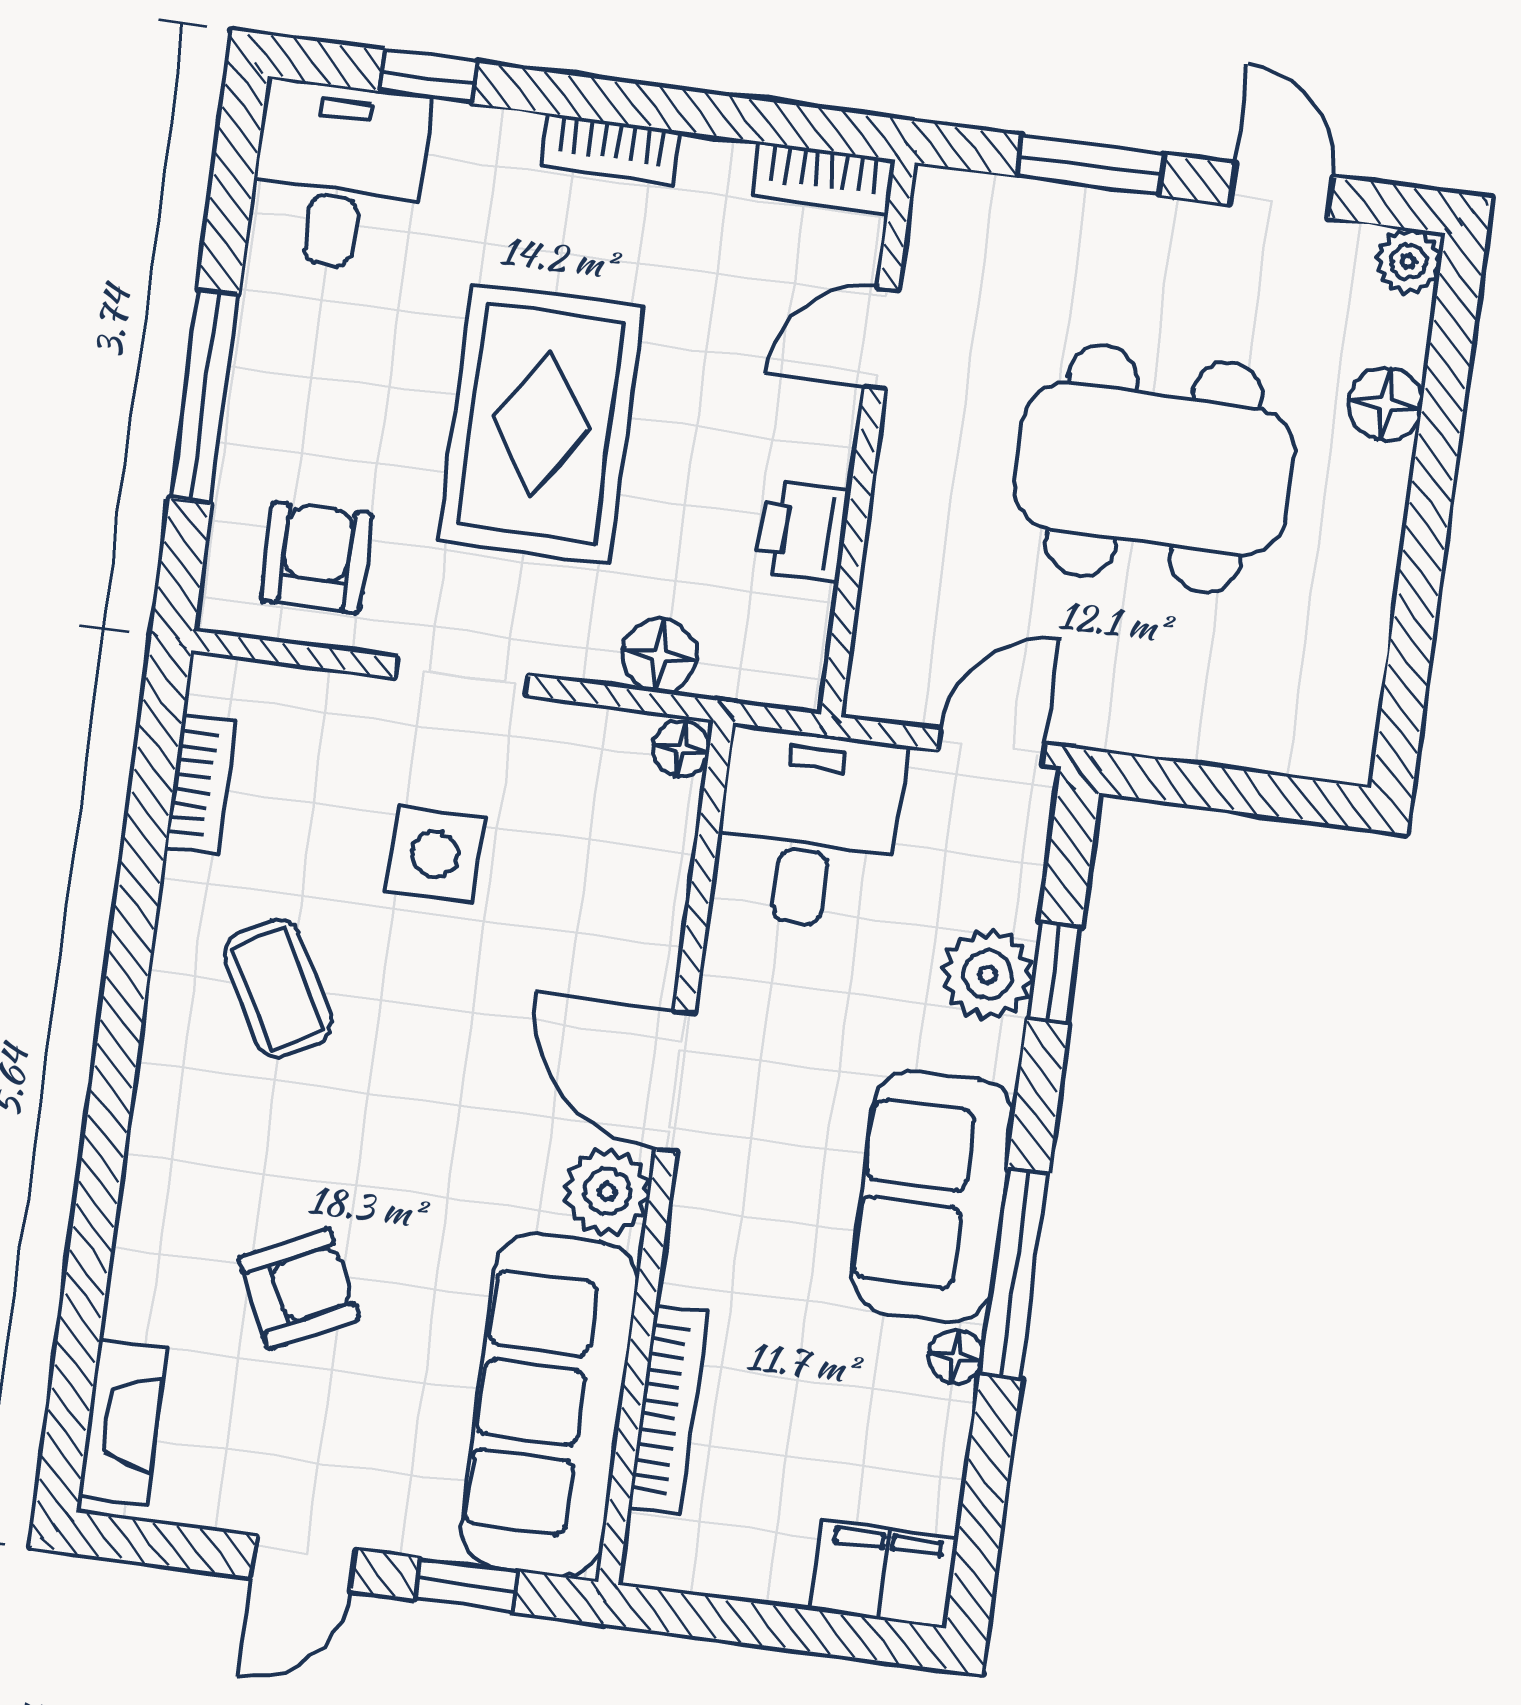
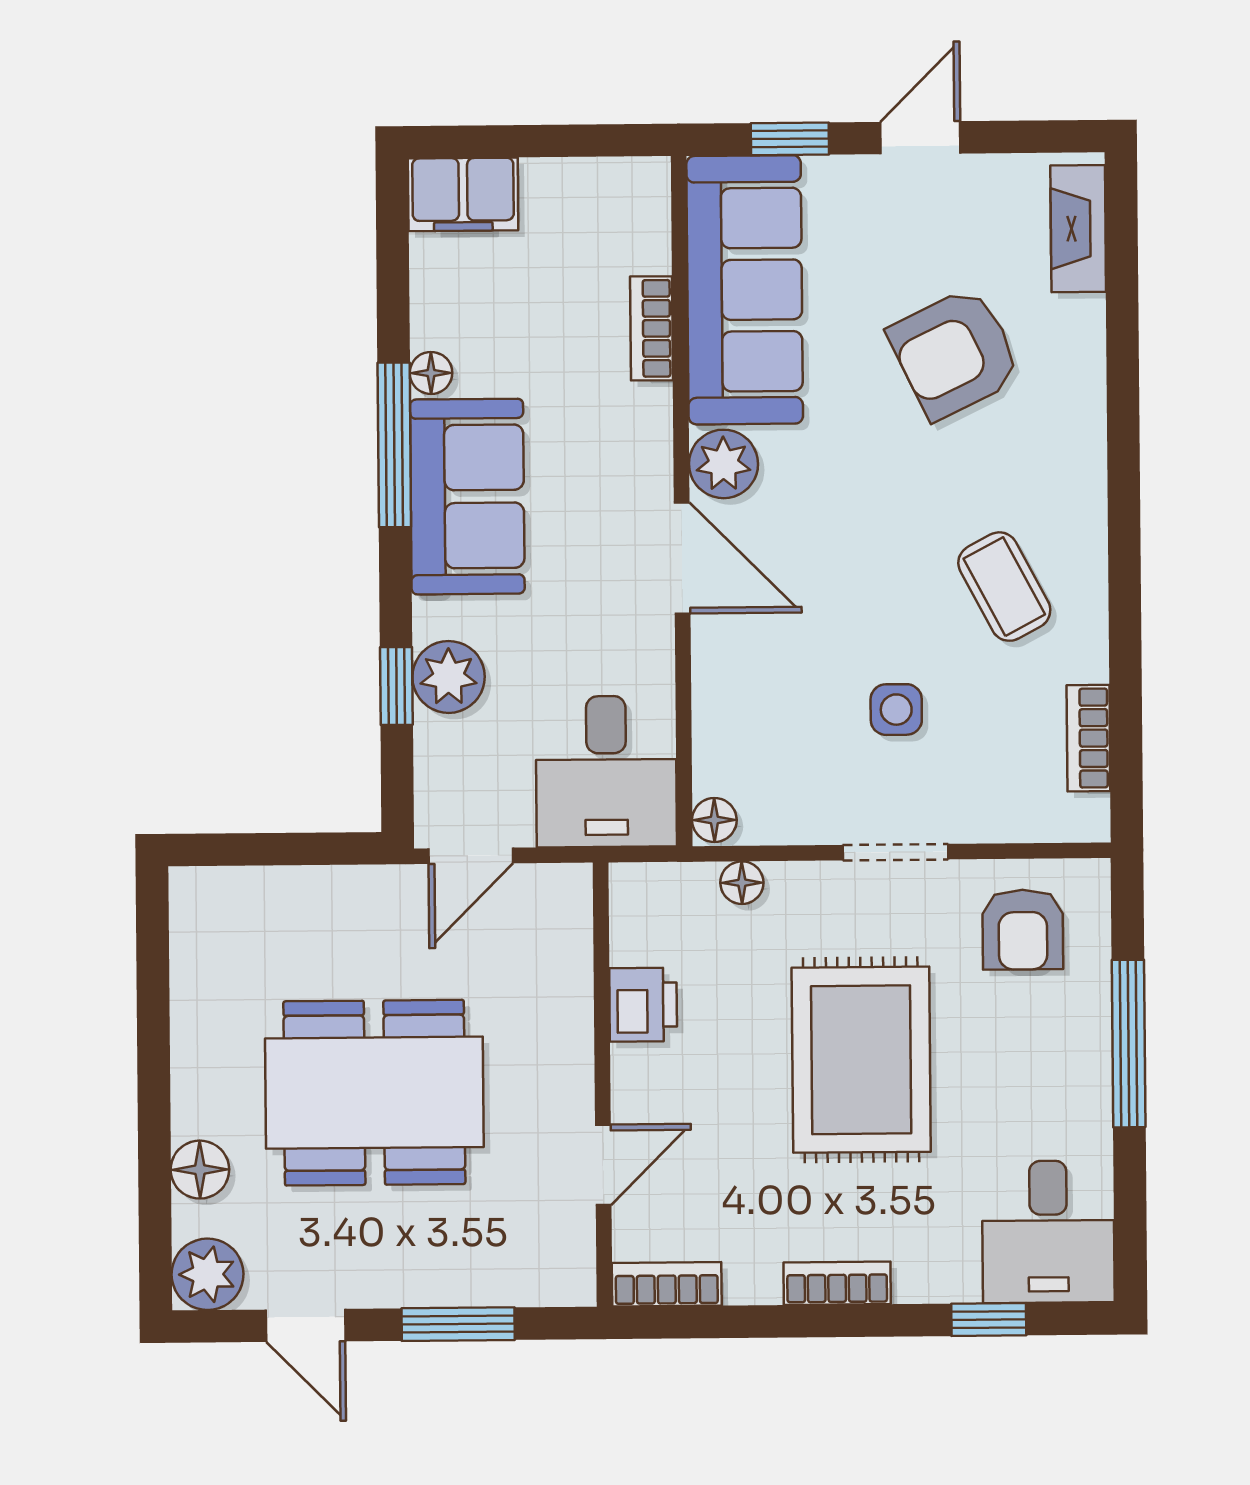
plant: (1408, 261) -> (207, 1274), width x1.38, depth x1.38
floor lamp: (660, 656) -> (742, 883), width x0.73, depth x0.73
side table: (435, 854) -> (896, 710), width x0.73, depth x0.73
armchair: (299, 1288) -> (955, 353), width x1.38, depth x1.38
bookcase: (668, 1410) -> (652, 328), width x0.64

